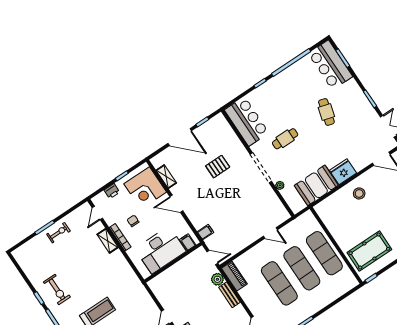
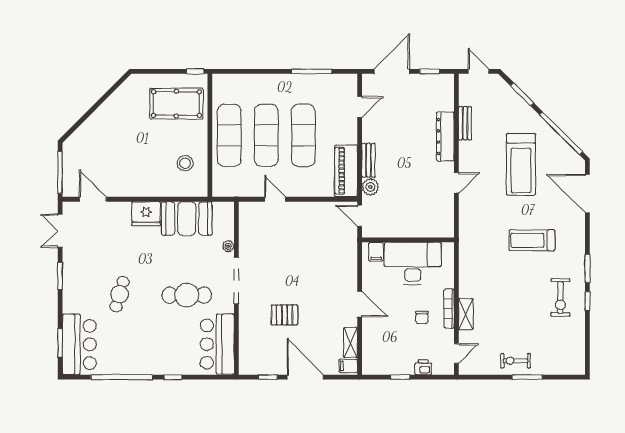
cafe table: (285, 139) -> (187, 295), width x1.37, depth x1.35
corner desk: (145, 188) -> (383, 346), removed
stool: (359, 193) -> (185, 163), moved
filing cabinet: (205, 232) -> (348, 366), moved
piano: (234, 276) -> (346, 171), width x1.37, depth x1.33
exercise bike: (57, 289) -> (560, 298), turned 180

